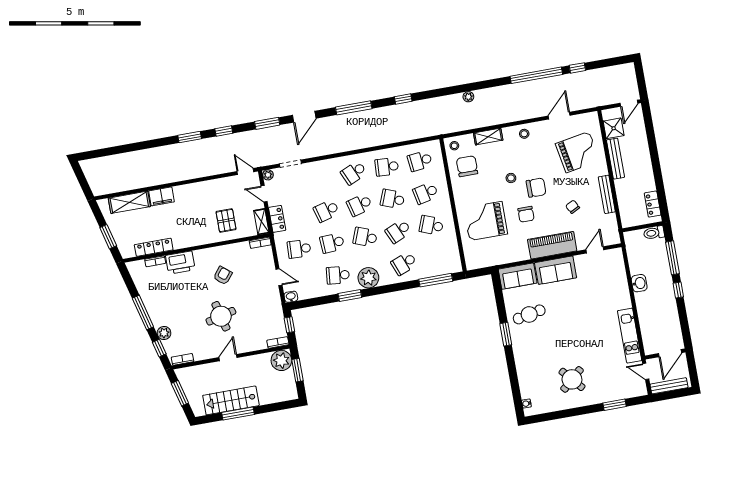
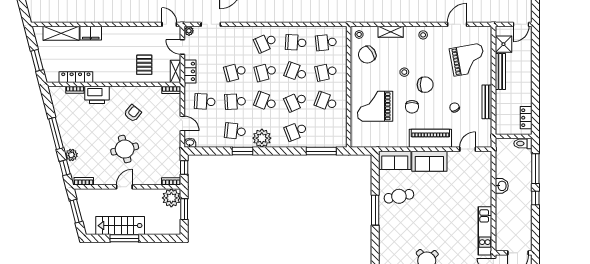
chair: (467, 166) -> (367, 55), turned -122
window: (506, 334) -> (375, 210), width x1.44

